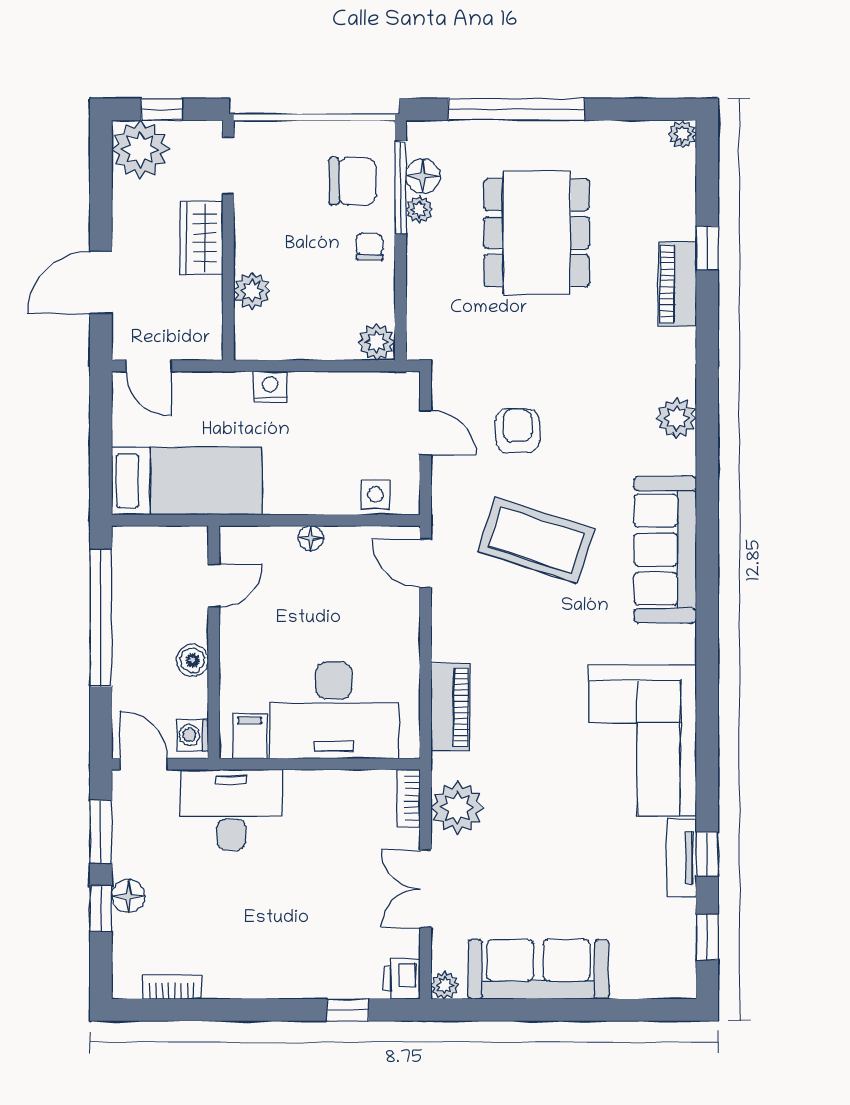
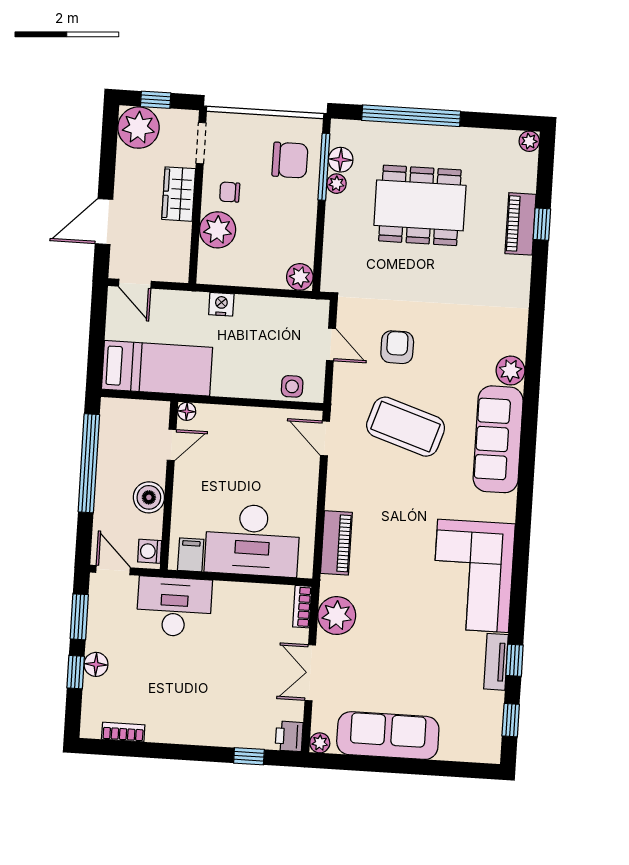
dining table: (537, 233) -> (420, 205), turned 90
chair: (369, 247) -> (230, 192), moved, turned -90
piano: (677, 284) -> (521, 224), moved
plant: (252, 291) -> (218, 230), width x1.36, depth x1.36
plant: (676, 418) -> (511, 371), moved
floor lamp: (311, 538) -> (187, 411), moved
boiler: (193, 660) -> (149, 497), width x1.36, depth x1.36

